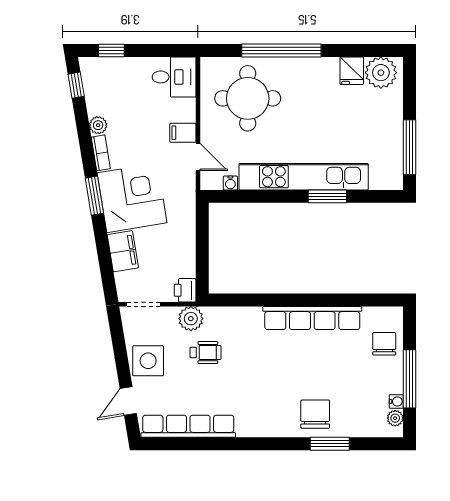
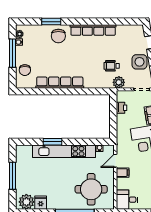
window: (410, 147) -> (13, 176), moved
door: (198, 157) -> (115, 161), hinge flipped
printer: (185, 290) -> (121, 108), moved
row of seats: (188, 426) -> (93, 30), moved

